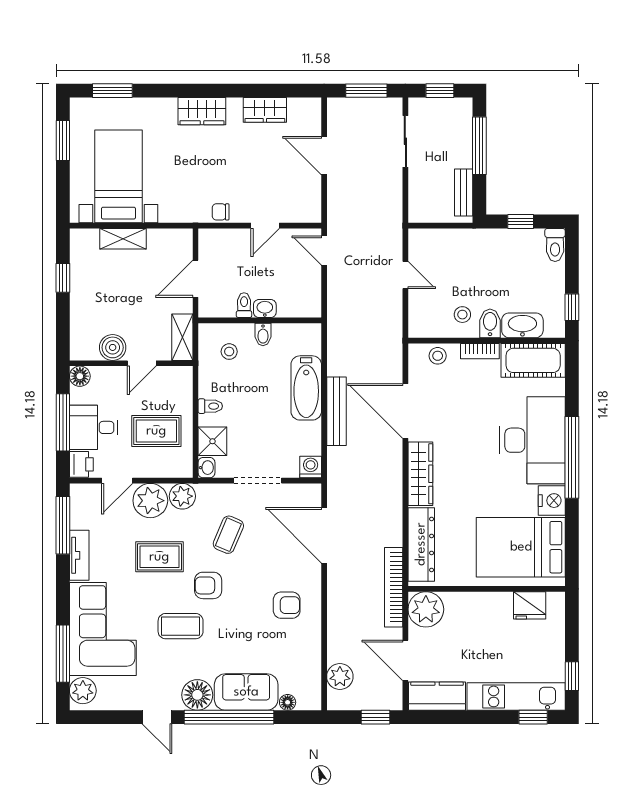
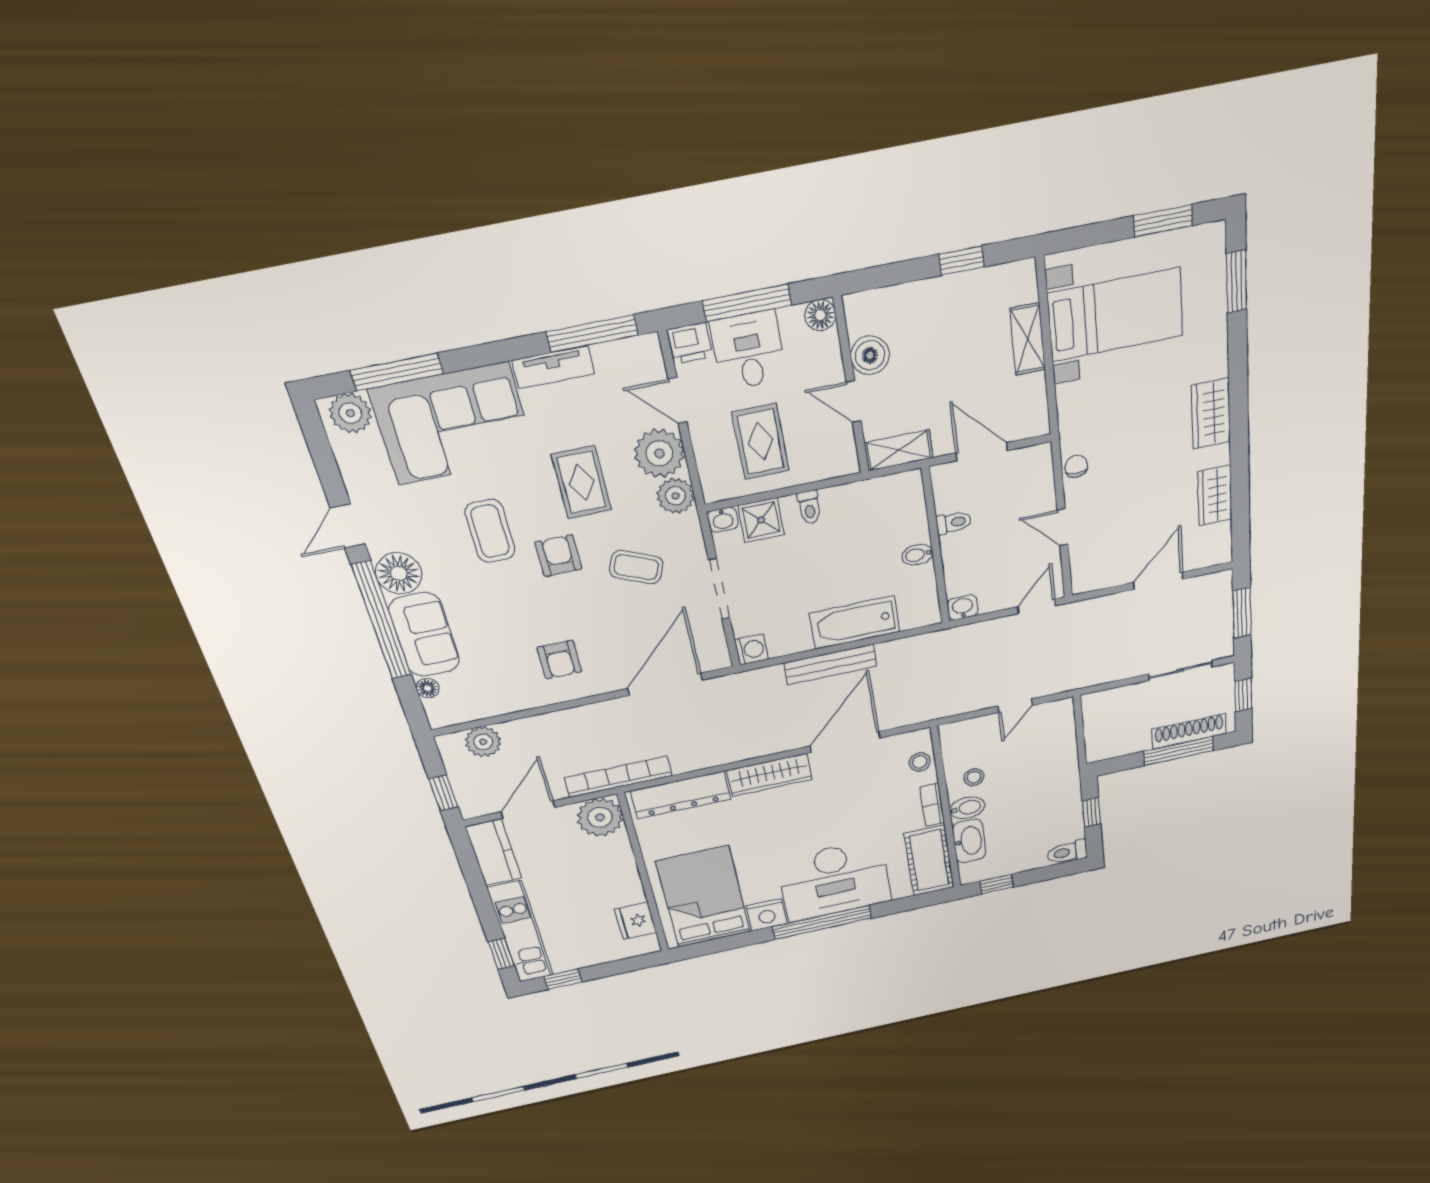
shoe rack: (463, 136) -> (1189, 731), added
bench: (464, 193) -> (1122, 747), removed
washbasin: (265, 309) -> (963, 607), moved, turned -90
stool: (229, 352) -> (888, 516), removed

